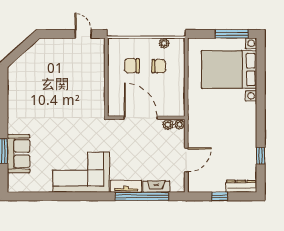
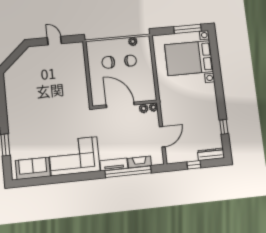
door: (83, 34) -> (54, 41), moved
sofa: (19, 154) -> (33, 168), moved, turned -90

